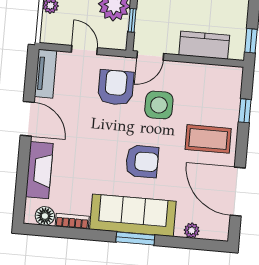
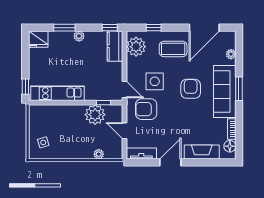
kitchen counter: (204, 45) -> (115, 46), moved
door: (84, 50) -> (125, 131), hinge flipped
plant: (217, 80) -> (136, 47), added
coffee table: (208, 139) -> (173, 49), turned 90

